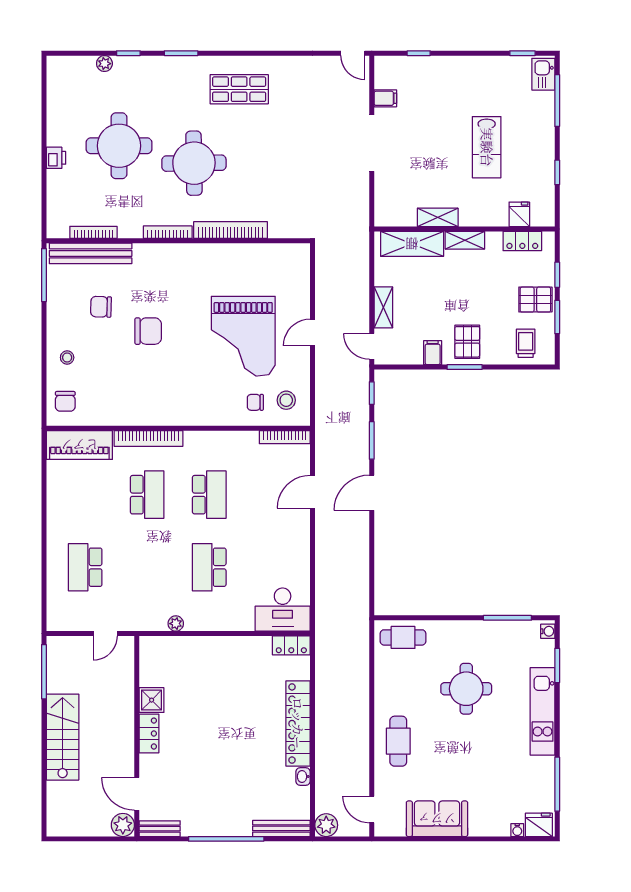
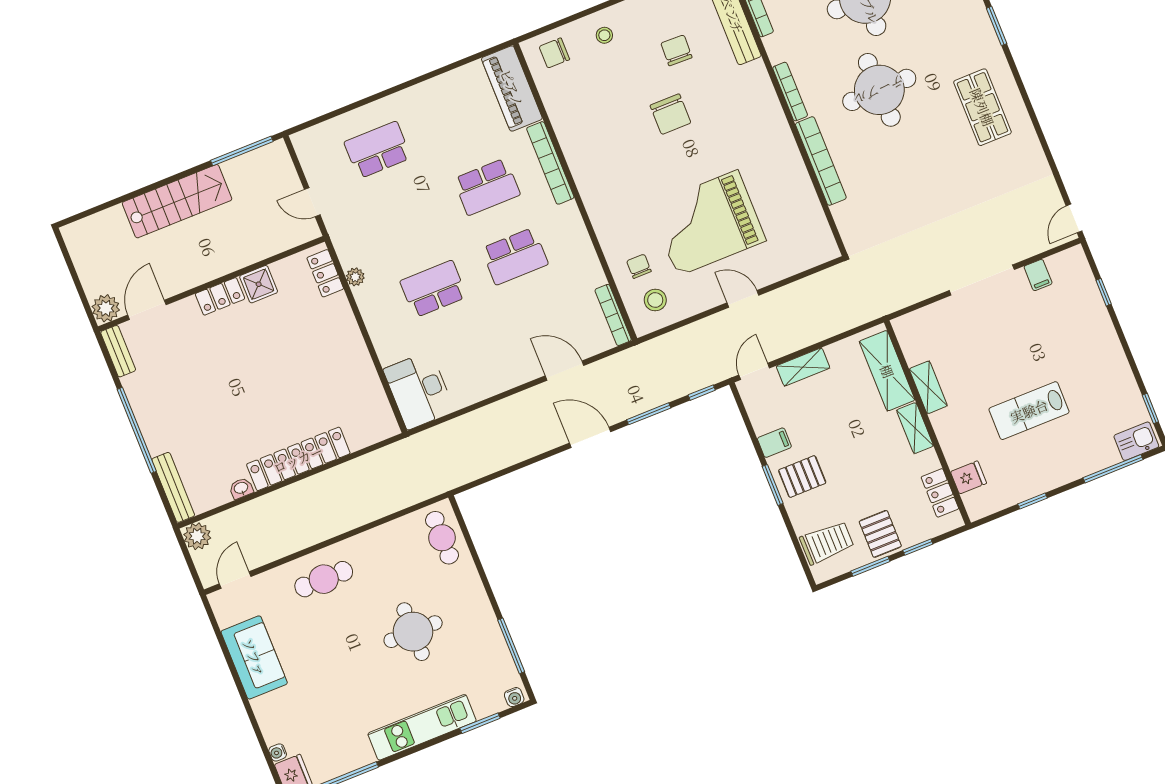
trolley: (526, 343) -> (827, 543), width x1.36, depth x1.39
locker: (291, 645) -> (325, 273), moved

